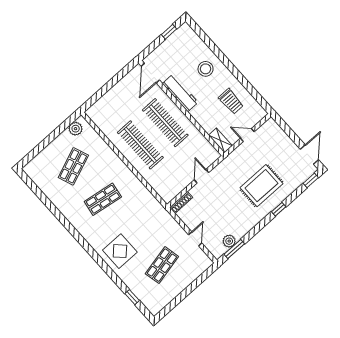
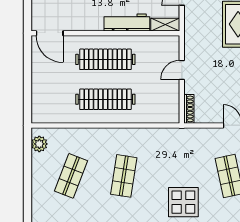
workbench: (180, 93) -> (127, 22), moved
shop shelf: (73, 166) -> (71, 176), turned 42
door: (201, 176) -> (182, 70), hinge flipped

